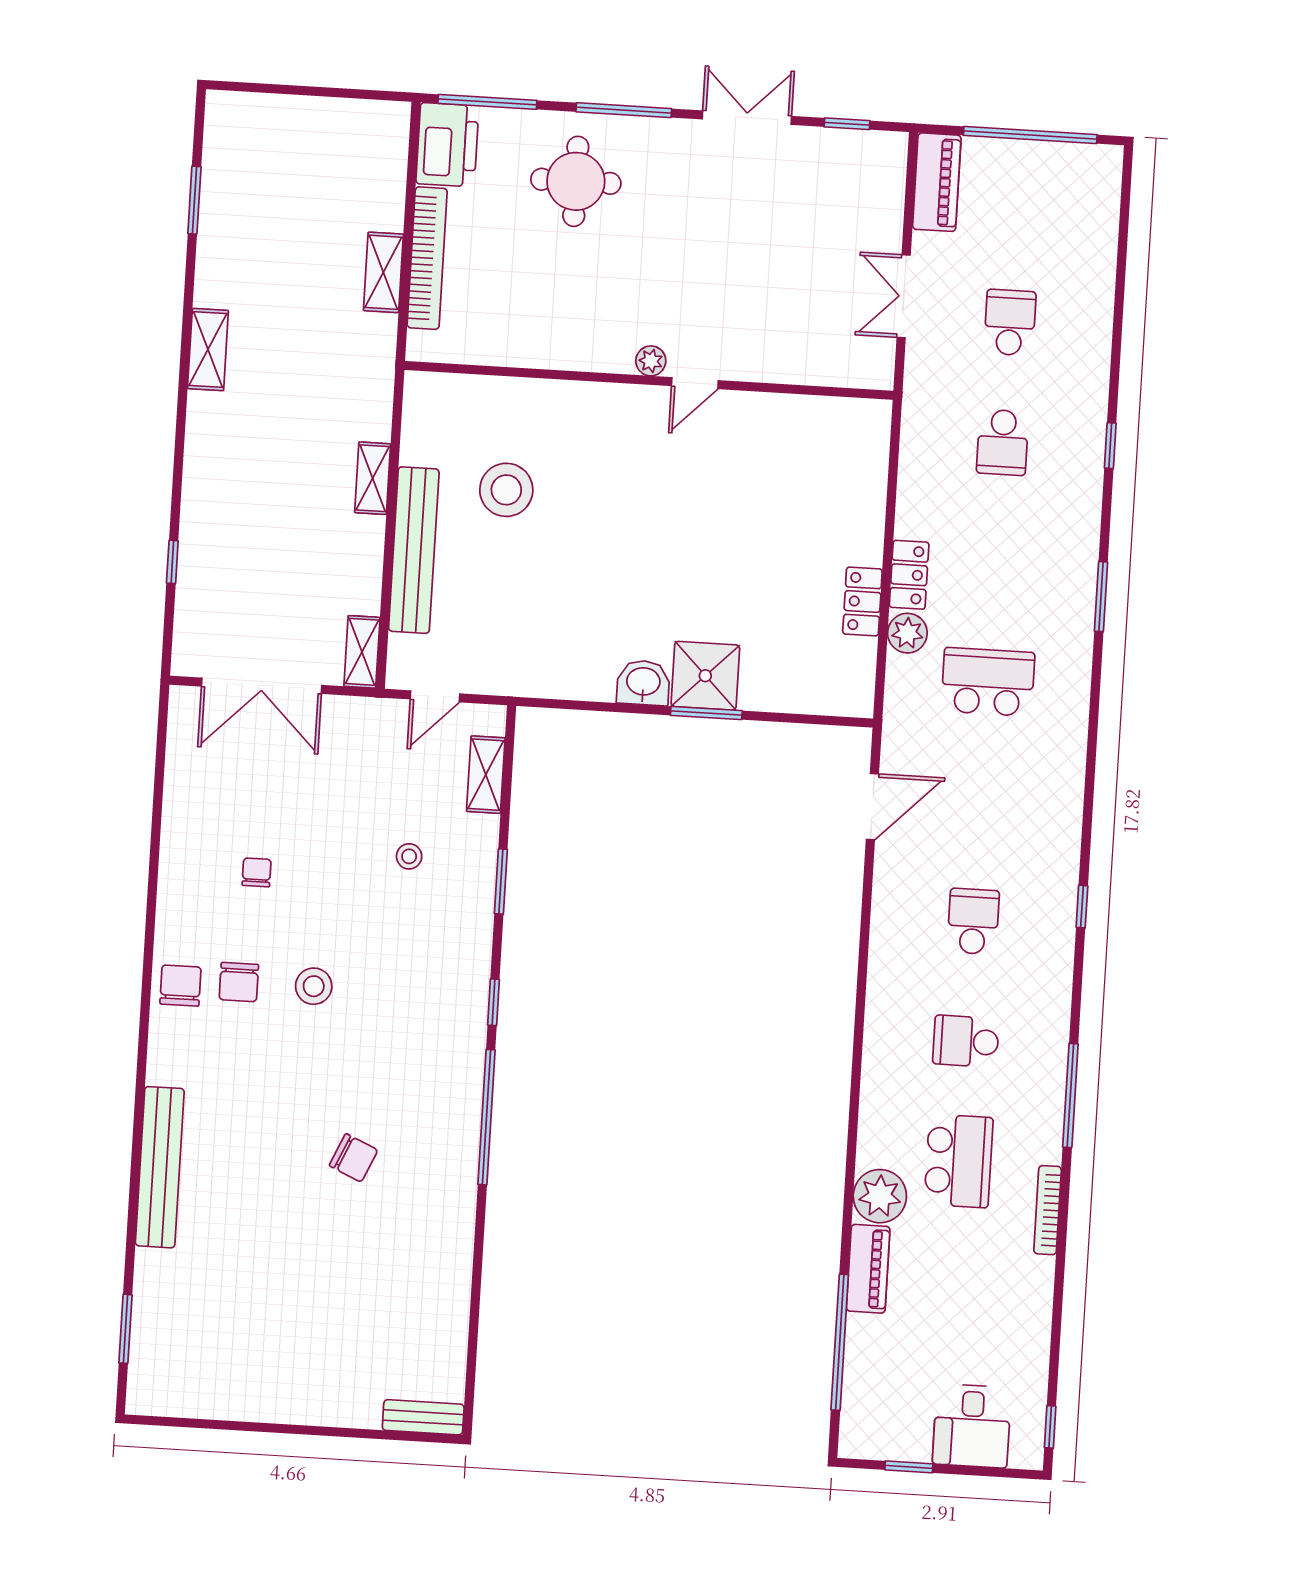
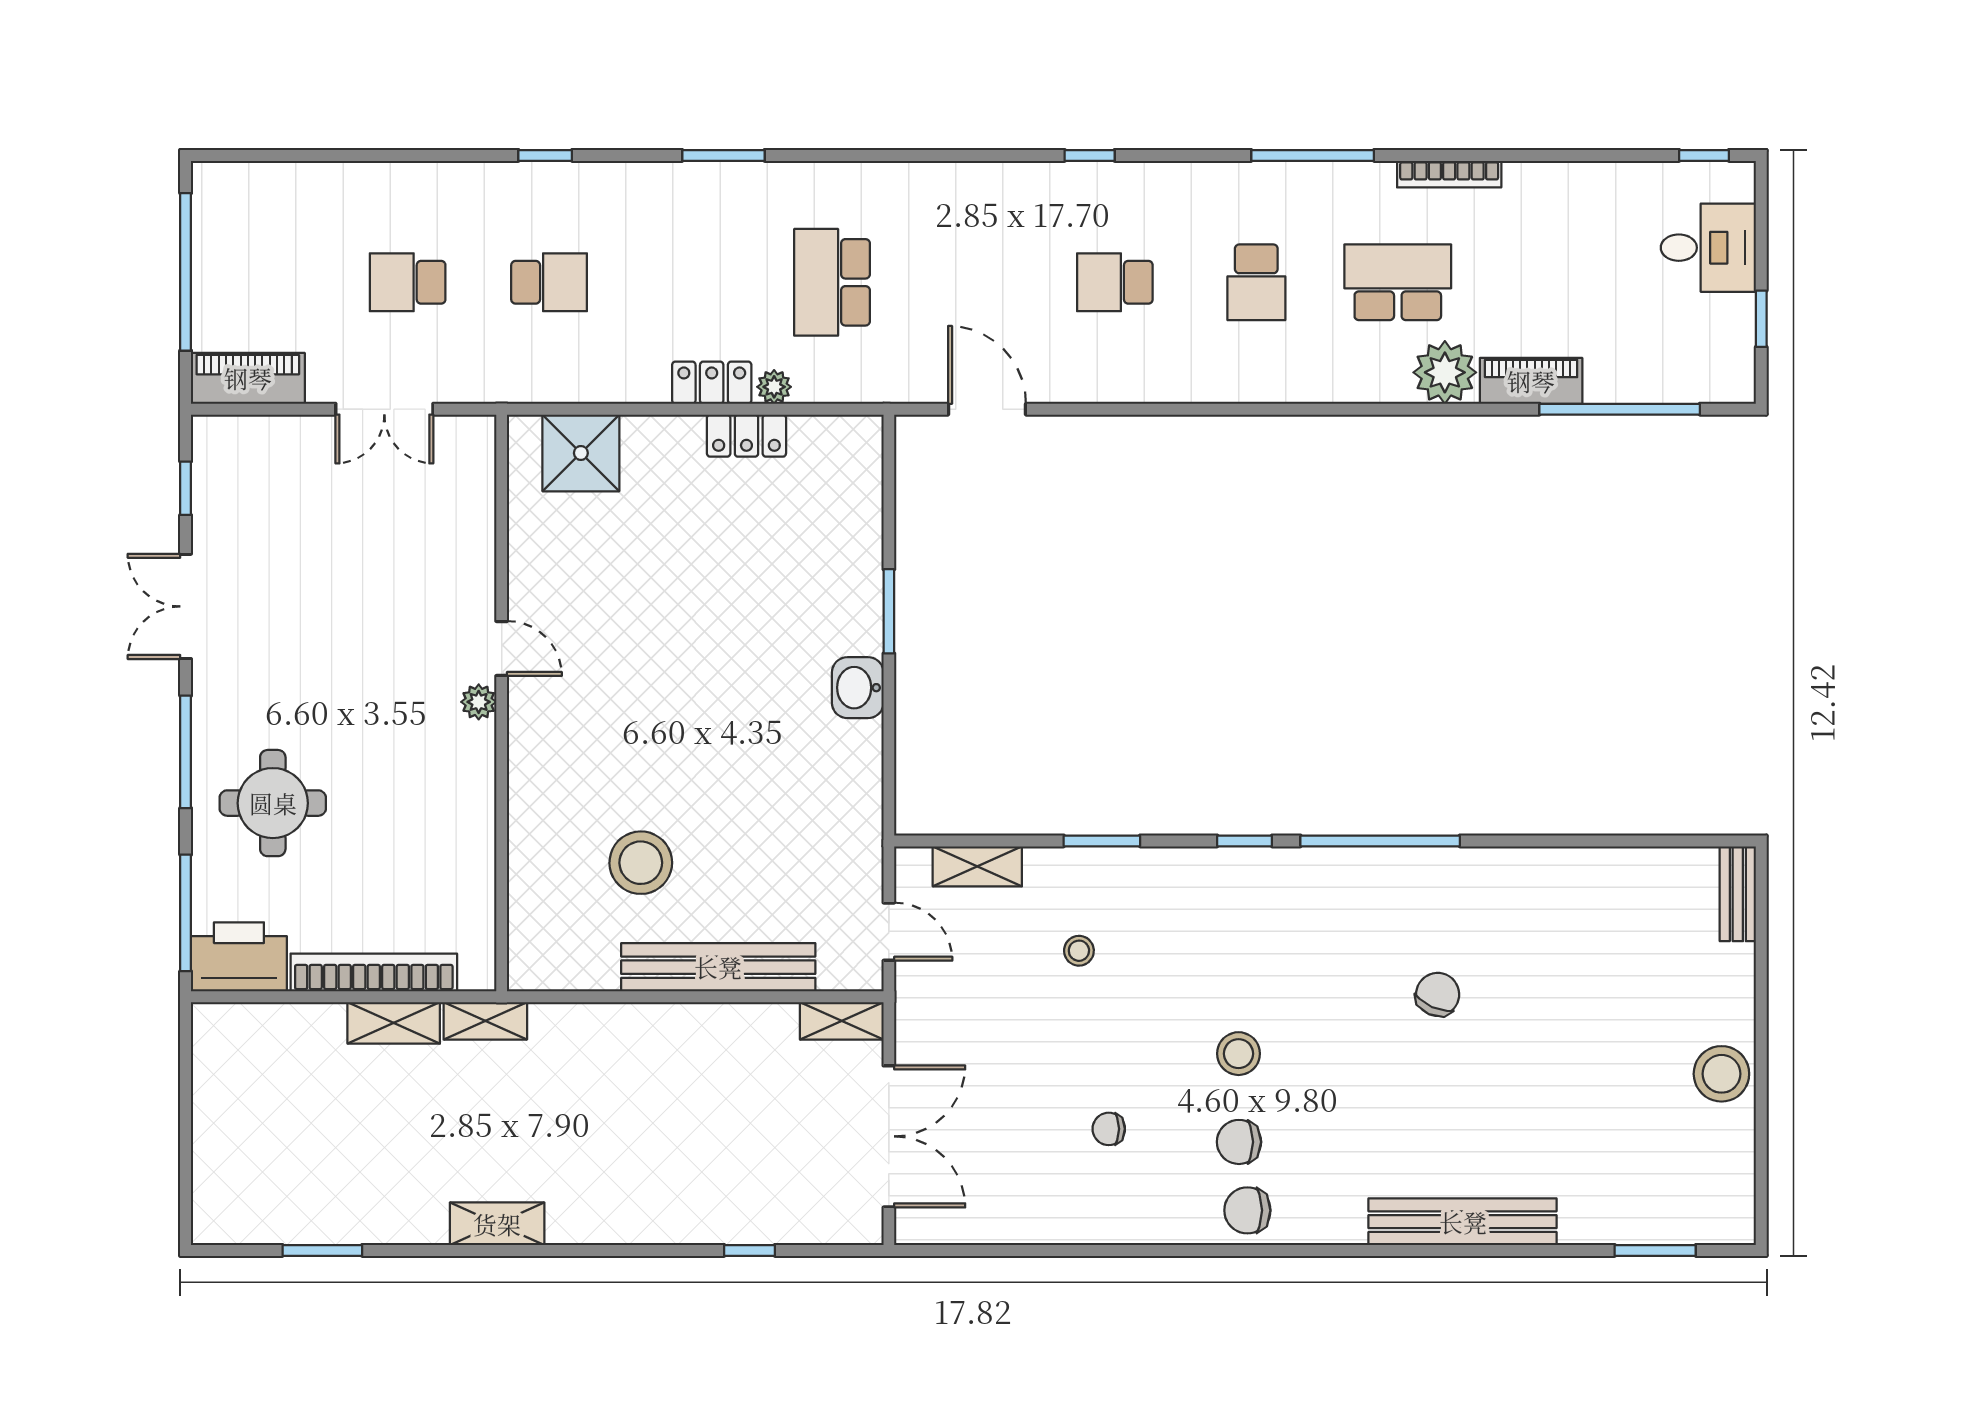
shelving: (373, 478) -> (485, 1021), moved
plant: (907, 633) -> (774, 387), width x0.73, depth x0.73
shower: (705, 676) -> (581, 453), moved
chair: (239, 982) -> (1239, 1142), turned 180
stool: (272, 1394) -> (1721, 1074), added

